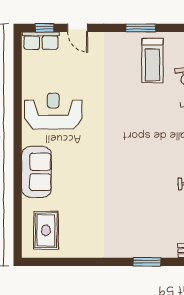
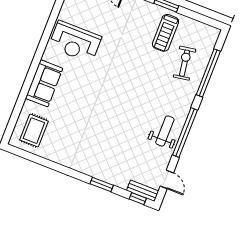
reception desk: (53, 111) -> (75, 42), turned 180

